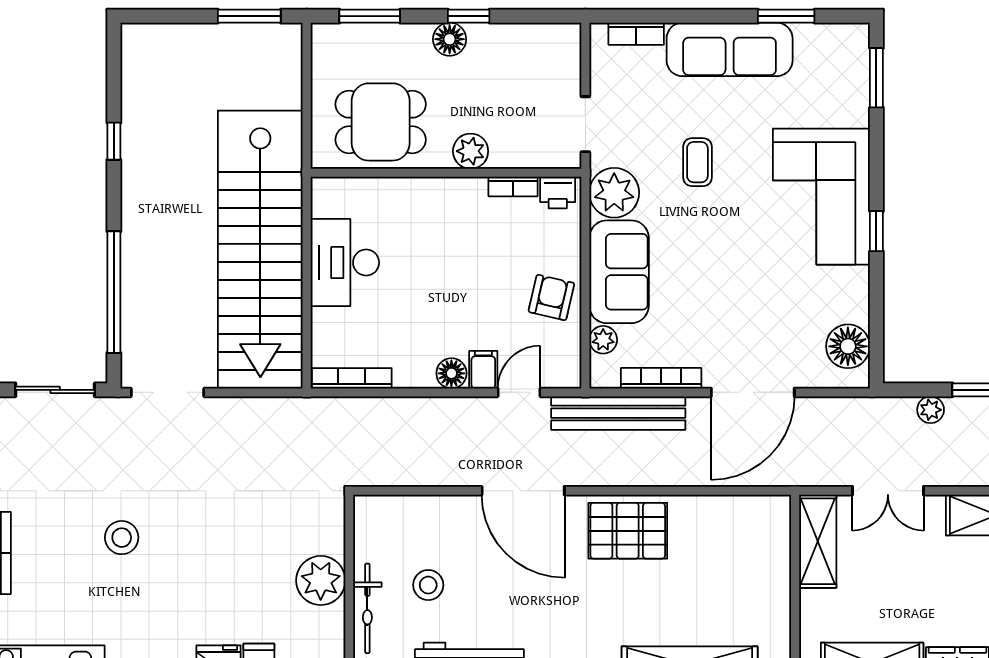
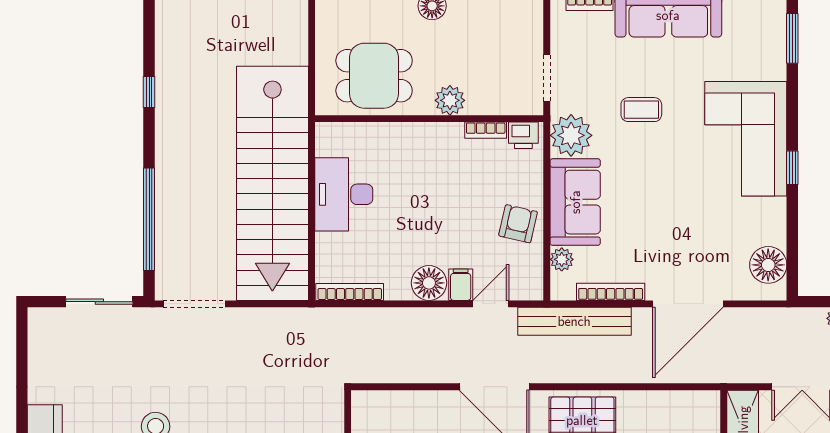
coffee table: (697, 162) -> (641, 110), turned 90
floor lamp: (451, 373) -> (429, 283), width x1.38, depth x1.38

